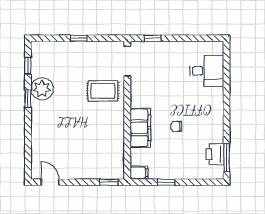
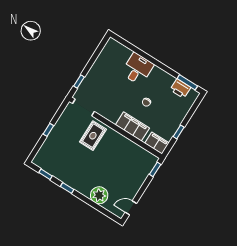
desk: (207, 71) -> (138, 69), moved
plant: (42, 89) -> (99, 195), moved
filing cabinet: (139, 173) -> (157, 143), width x2.00

